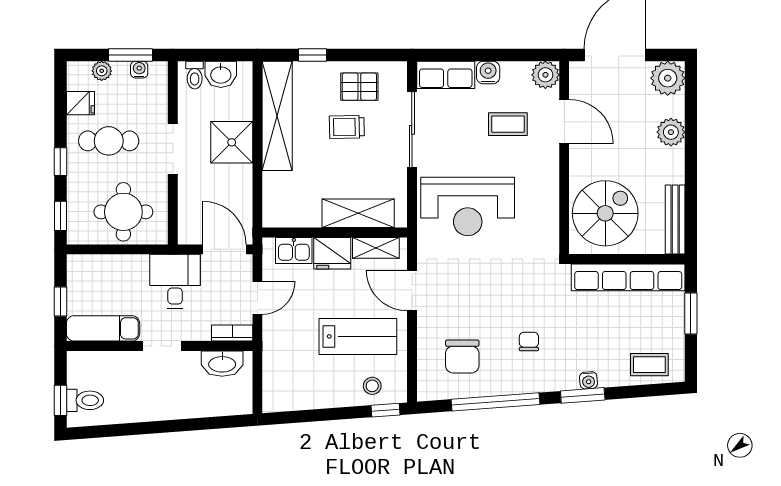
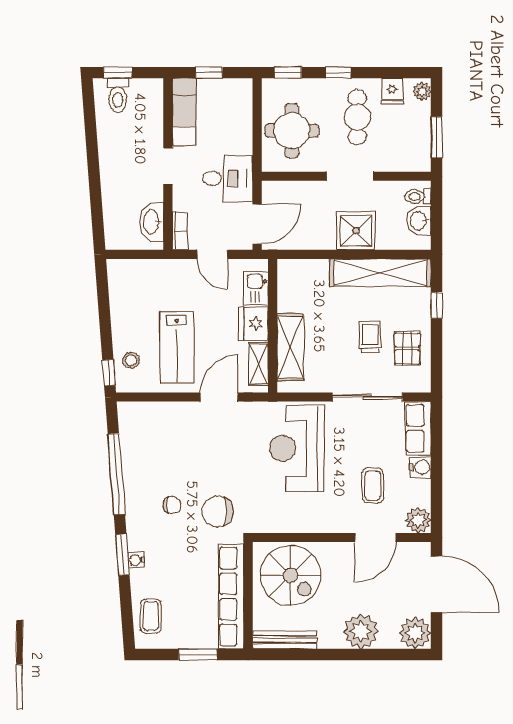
water cooler: (139, 70) -> (423, 145), removed
plant: (102, 71) -> (422, 92), moved
plant: (671, 132) -> (361, 631), width x1.36, depth x1.36
chair: (462, 356) -> (218, 512), moved

